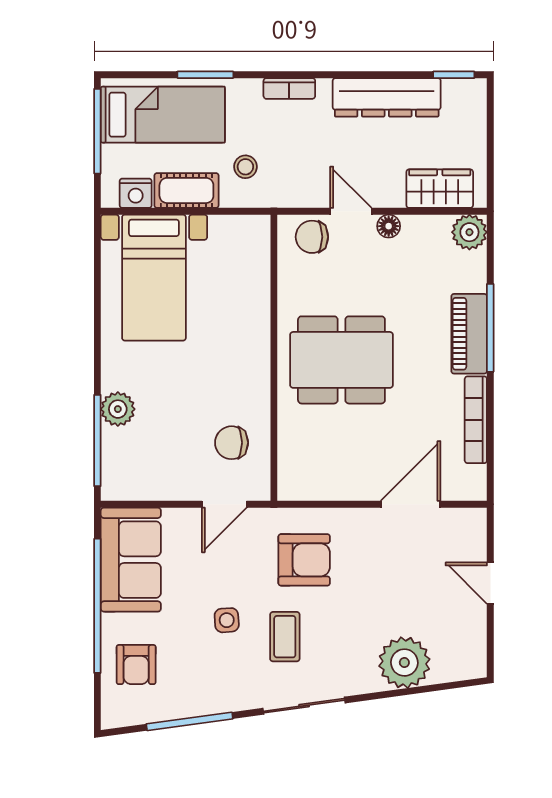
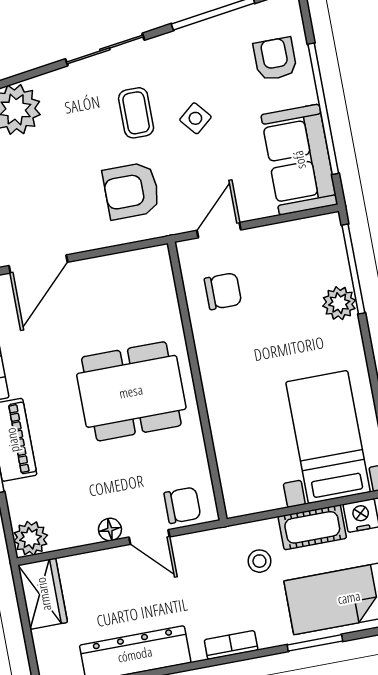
wardrobe: (440, 189) -> (43, 594), moved, turned -90
side table: (227, 620) -> (195, 118), turned -36

